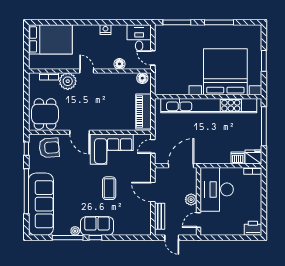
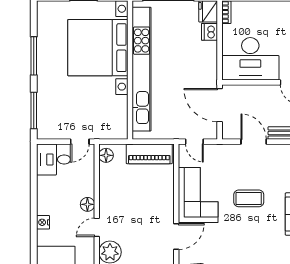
nightstand: (105, 30) -> (43, 222), moved
floor lamp: (119, 64) -> (87, 204), moved
door: (153, 192) -> (254, 142), swing flipped
plant: (191, 200) -> (263, 92), removed

